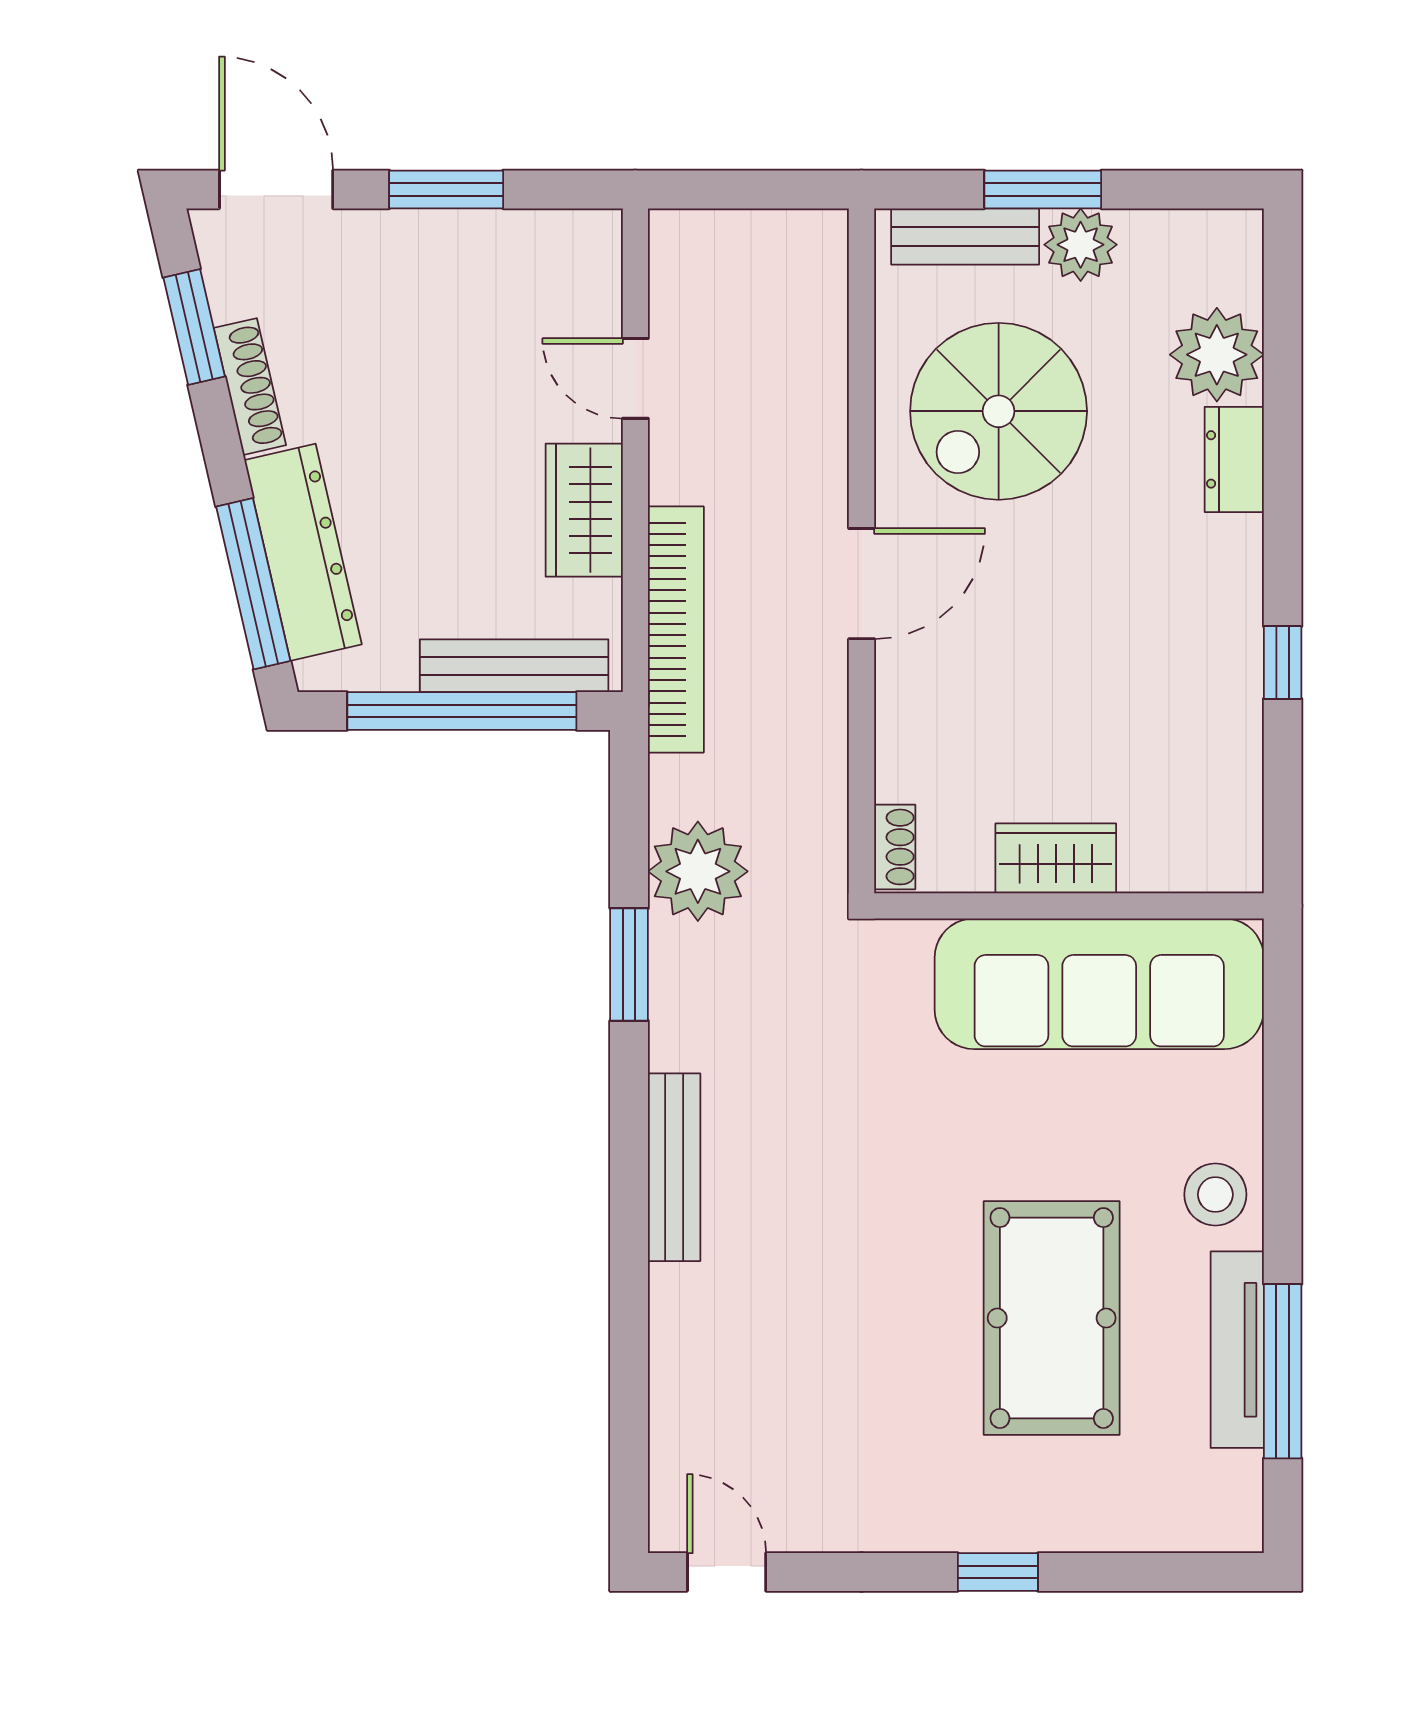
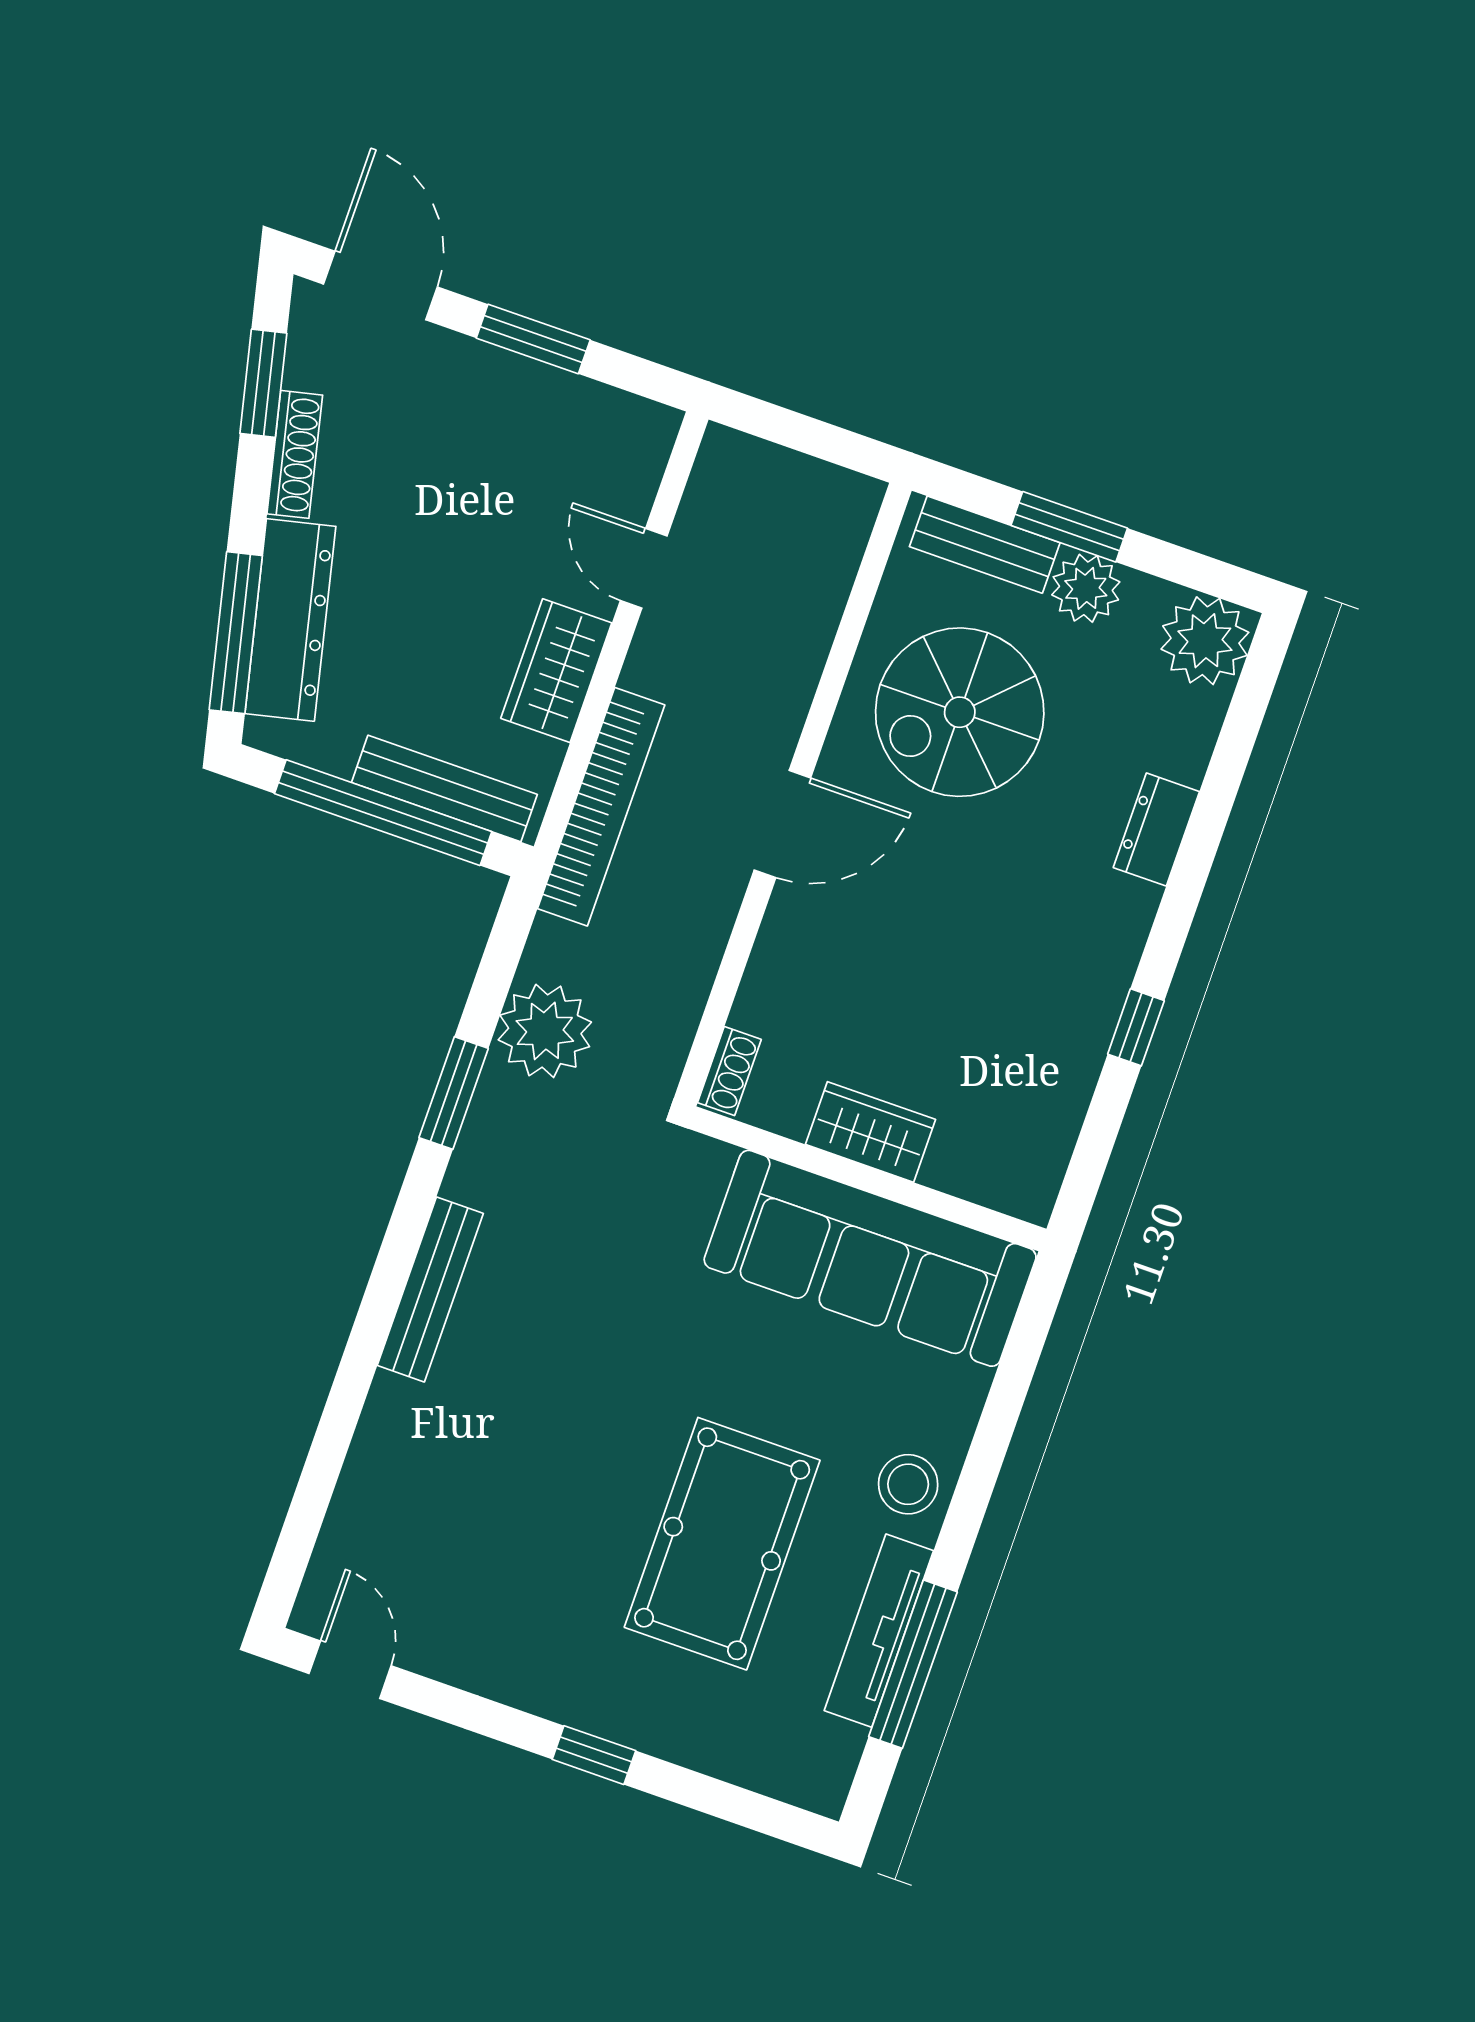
plant: (1217, 355) -> (1205, 641), moved

